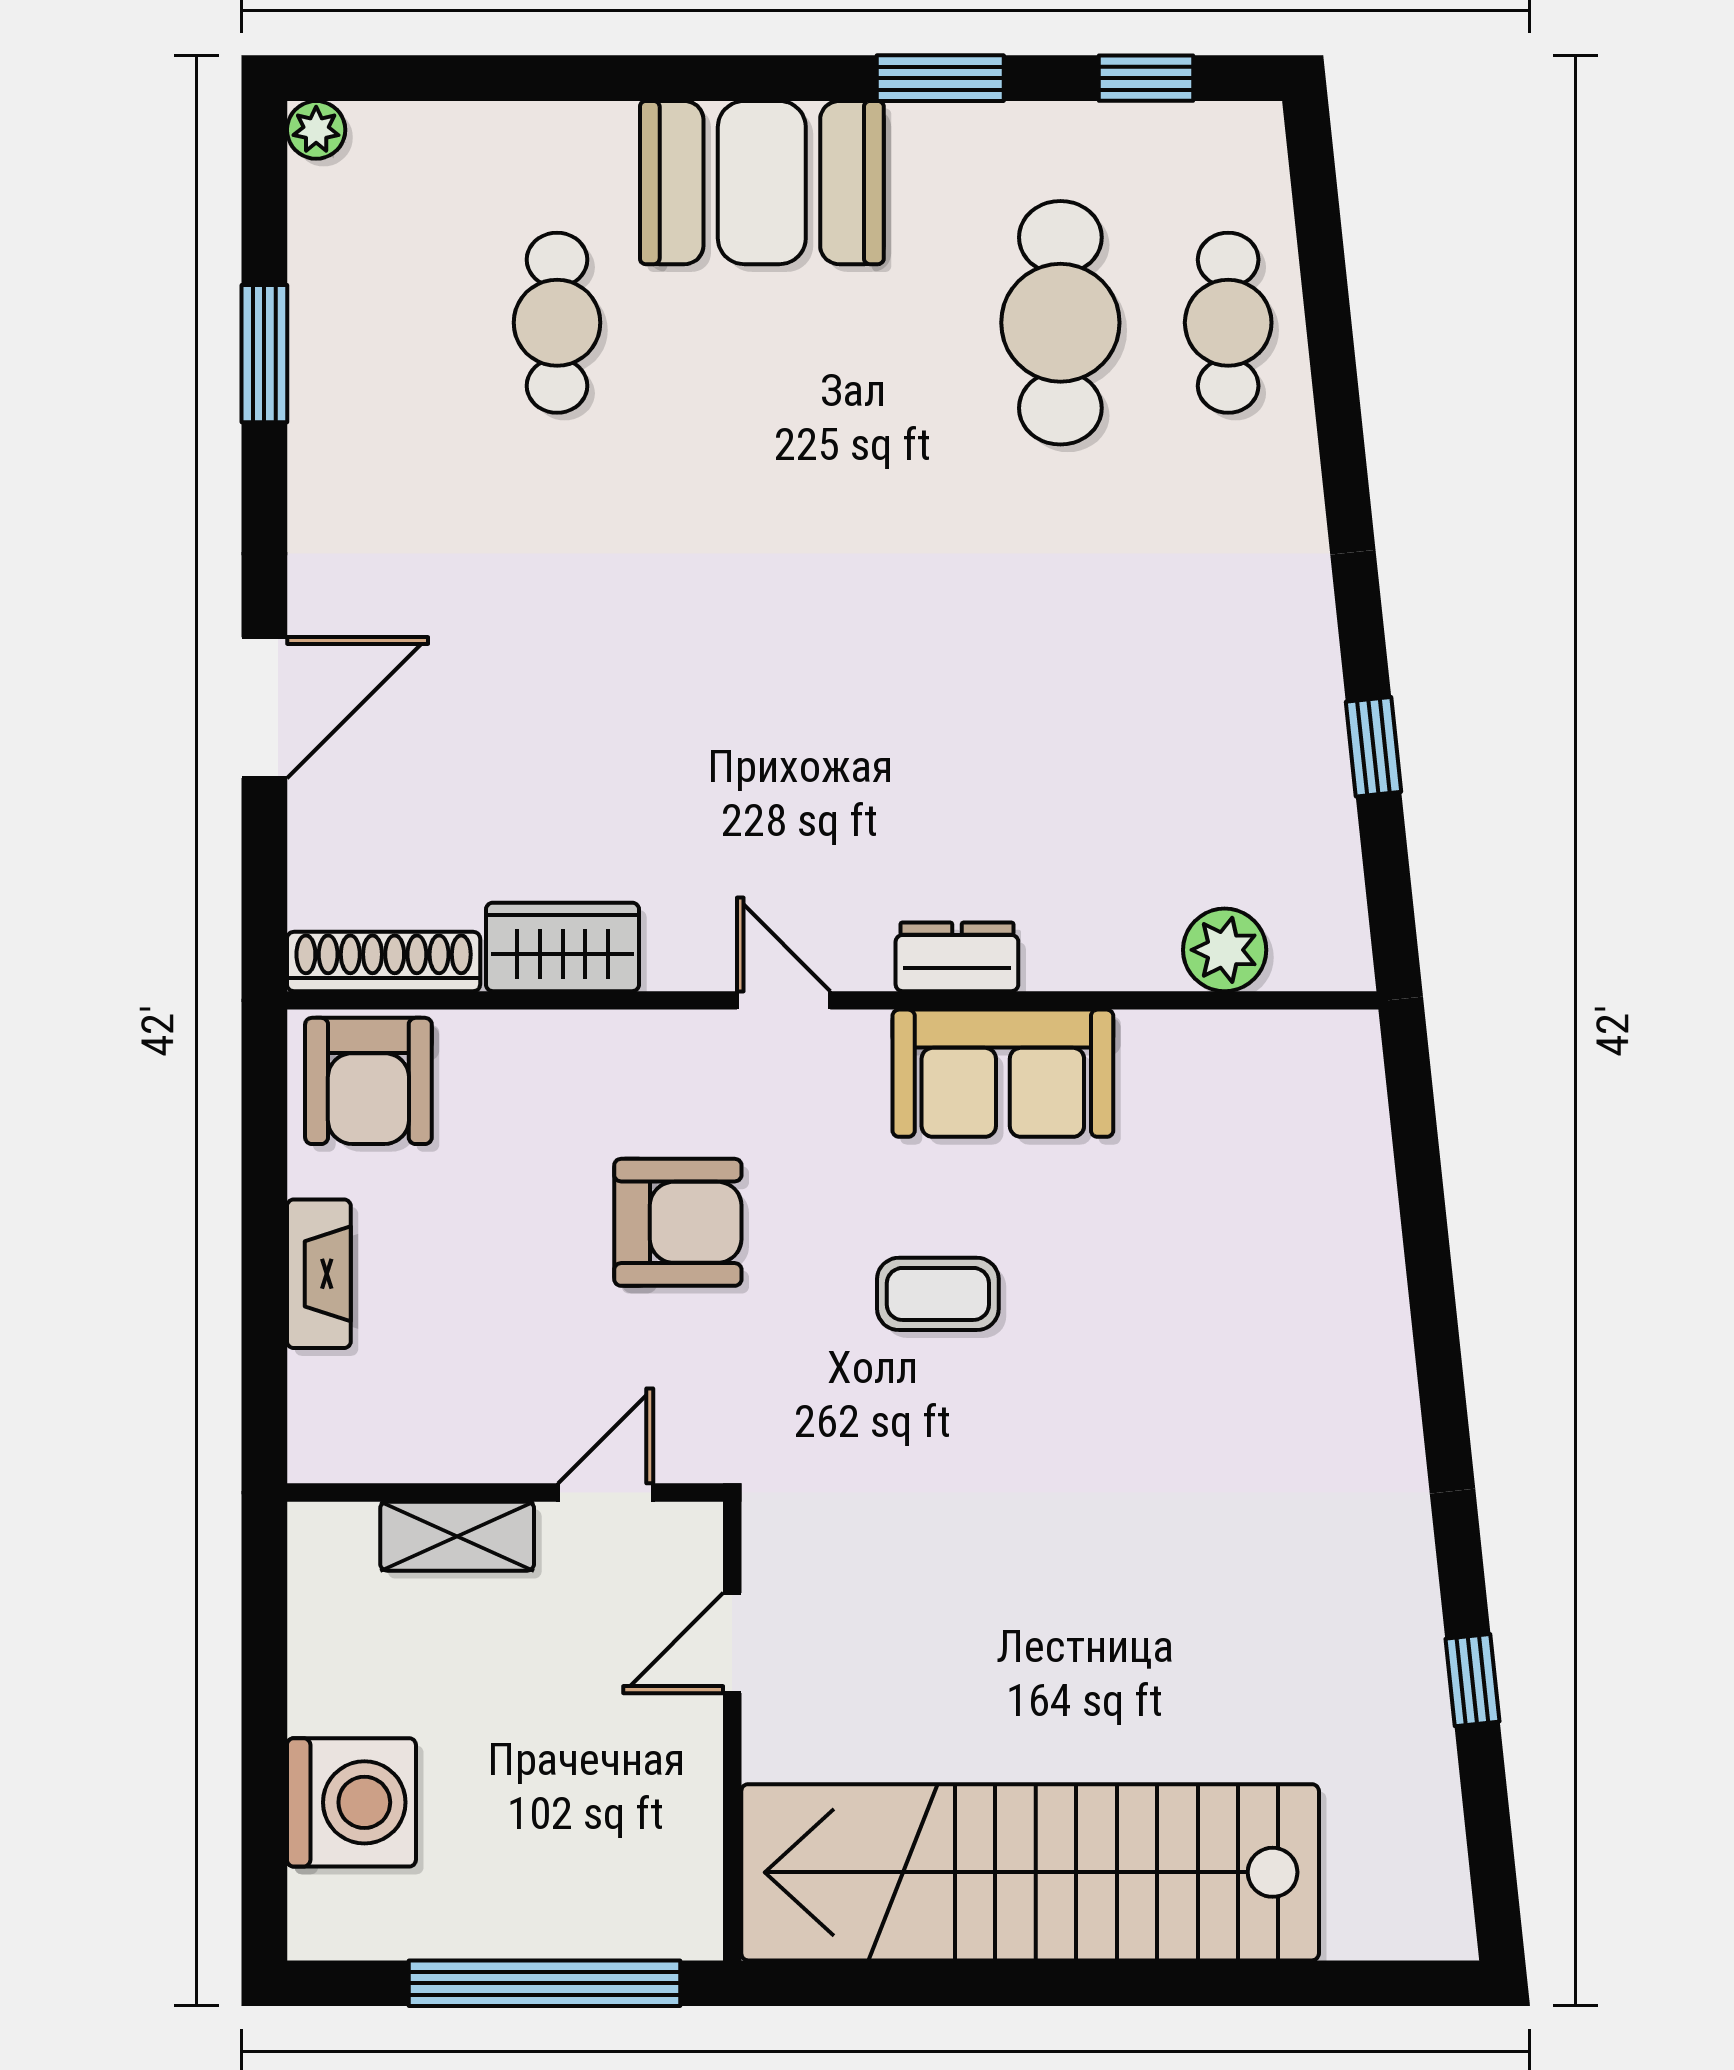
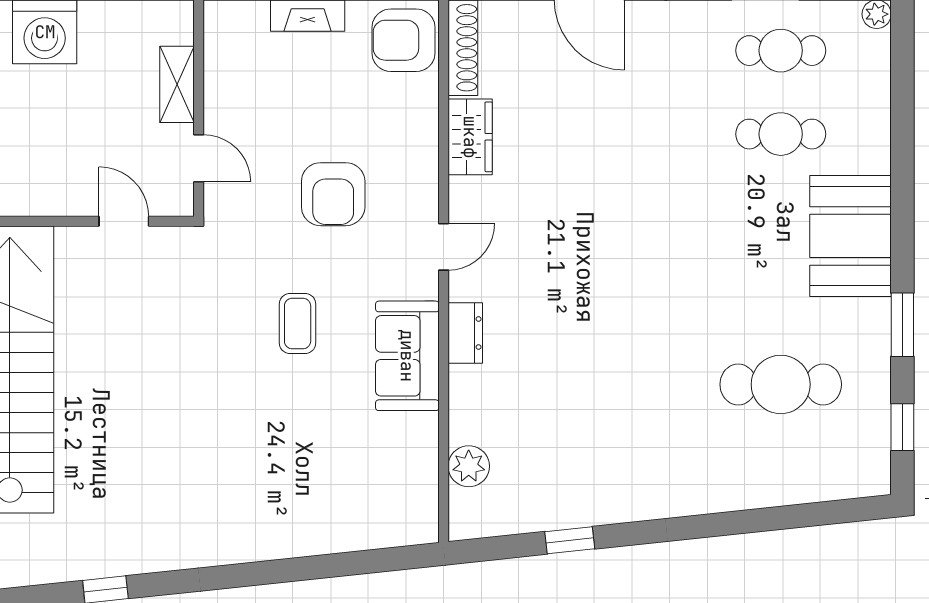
cafe table: (1228, 323) -> (781, 51), moved

